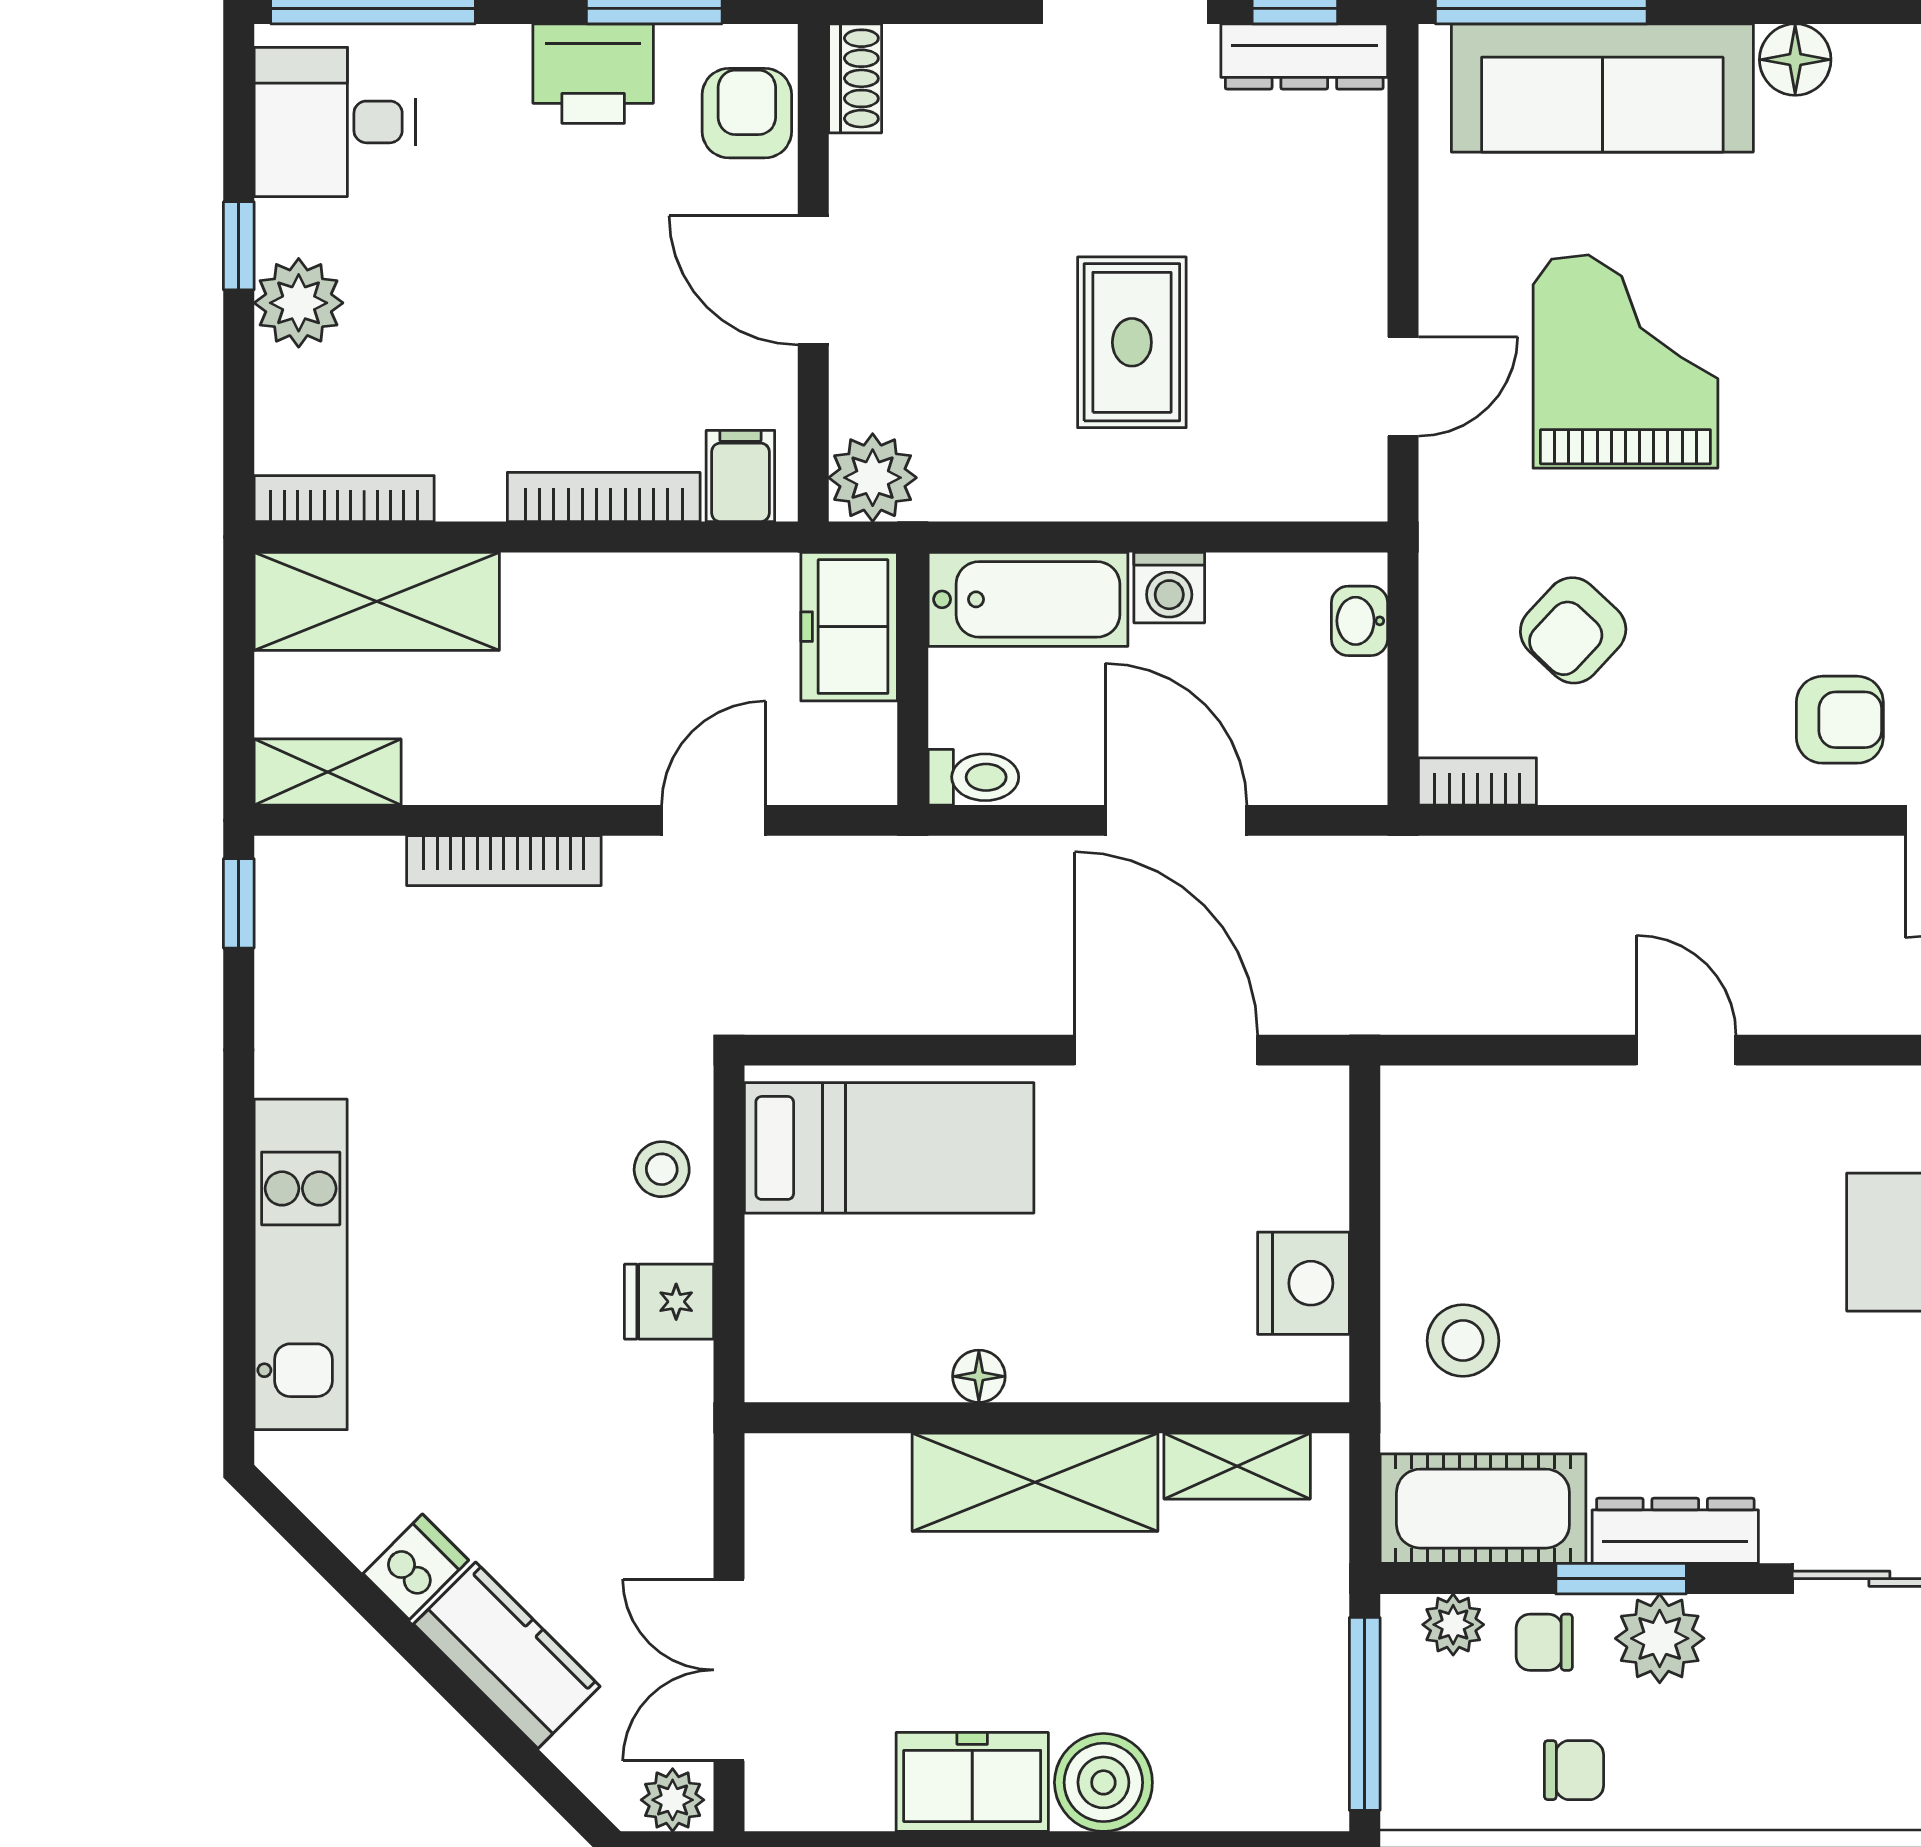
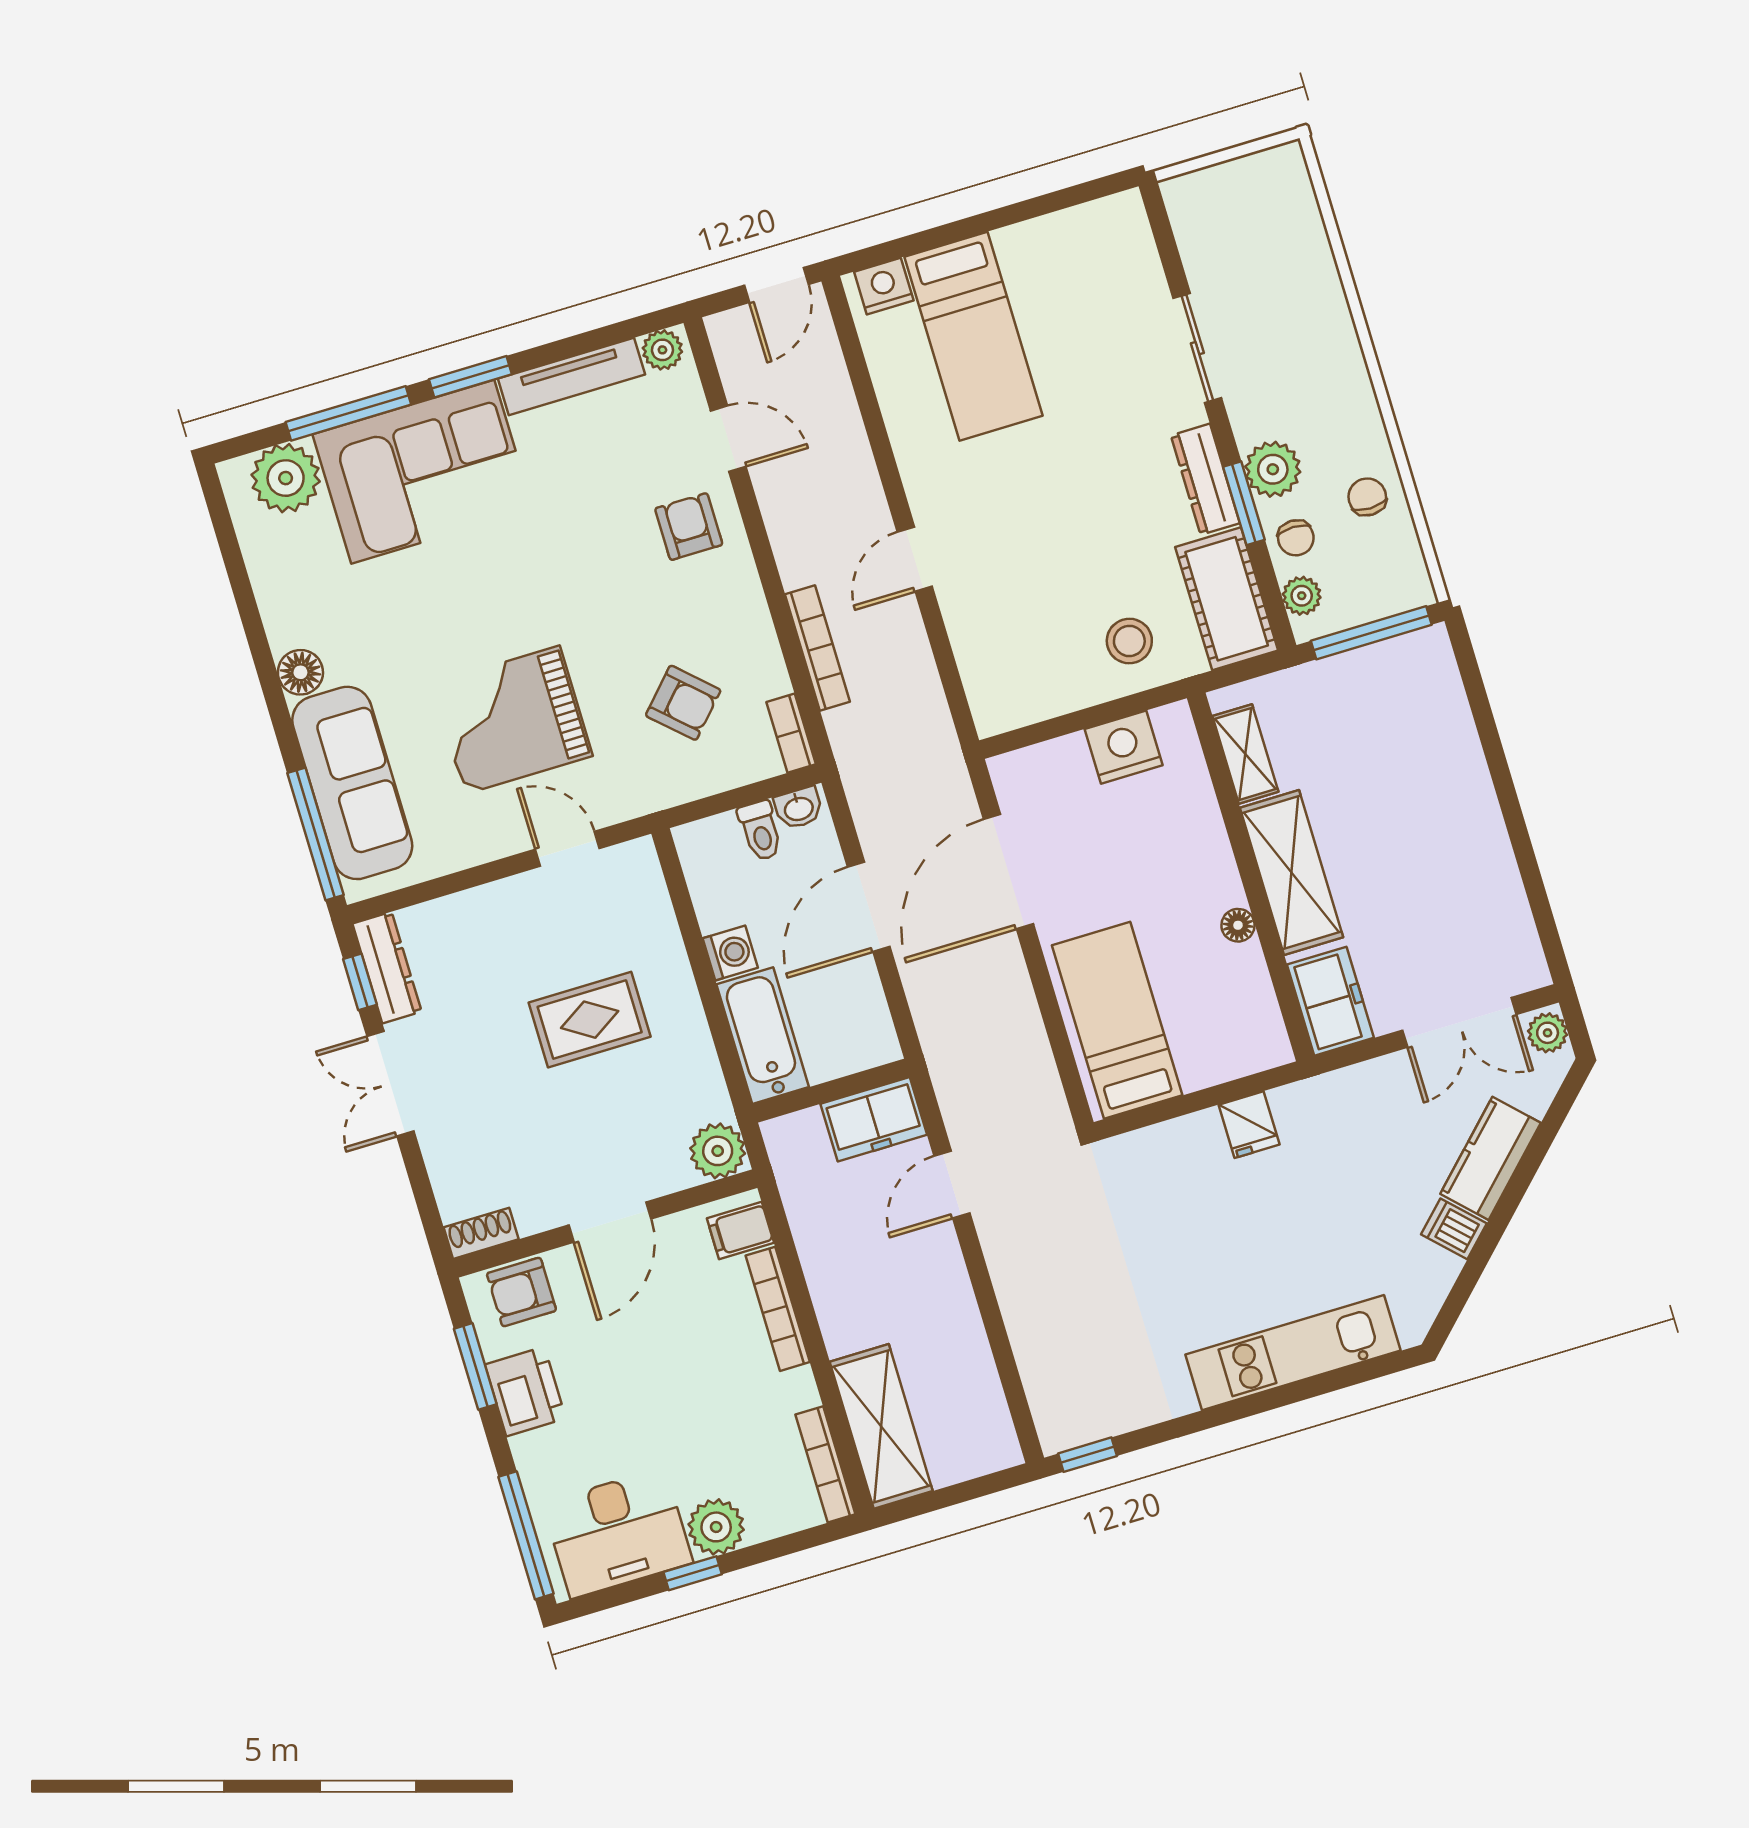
desk: (335, 122) -> (618, 1533), width x1.37
washbasin: (1360, 621) -> (798, 808), moved
freezer: (849, 627) -> (874, 1119), moved
shelving: (328, 772) -> (993, 1425), removed
toilet: (973, 777) -> (760, 831), moved, turned 180
door: (714, 820) -> (952, 1185), hinge flipped
bookcase: (504, 861) -> (817, 648), moved
stool: (662, 1169) -> (1171, 1153), removed
freezer: (972, 1782) -> (1330, 1001), moved, turned 180
boiler: (1103, 1782) -> (1459, 777), removed

